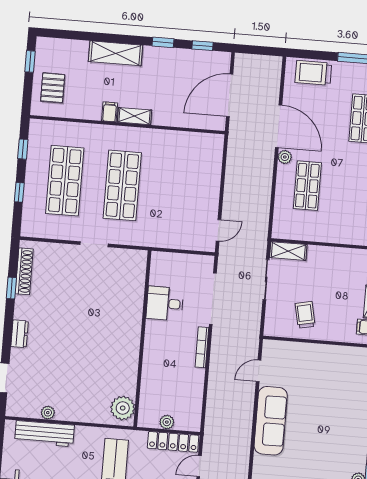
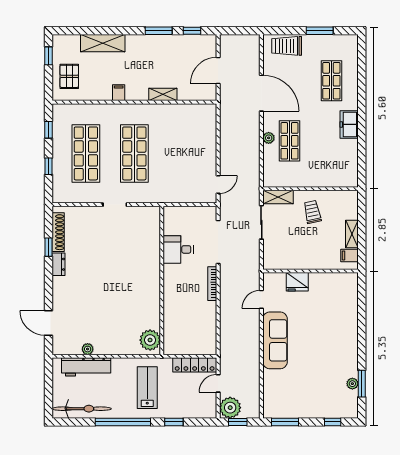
window: (163, 42) -> (159, 31), width x1.50
shelving: (116, 53) -> (103, 43), moved
door: (230, 95) -> (218, 71), width x0.73
shelving: (134, 116) -> (163, 94), moved
plant: (285, 157) -> (269, 138), moved
trolley: (305, 315) -> (312, 212), moved
dresser: (20, 334) -> (59, 264), moved
fridge: (303, 353) -> (297, 282), added
plant: (167, 422) -> (188, 349), removed

